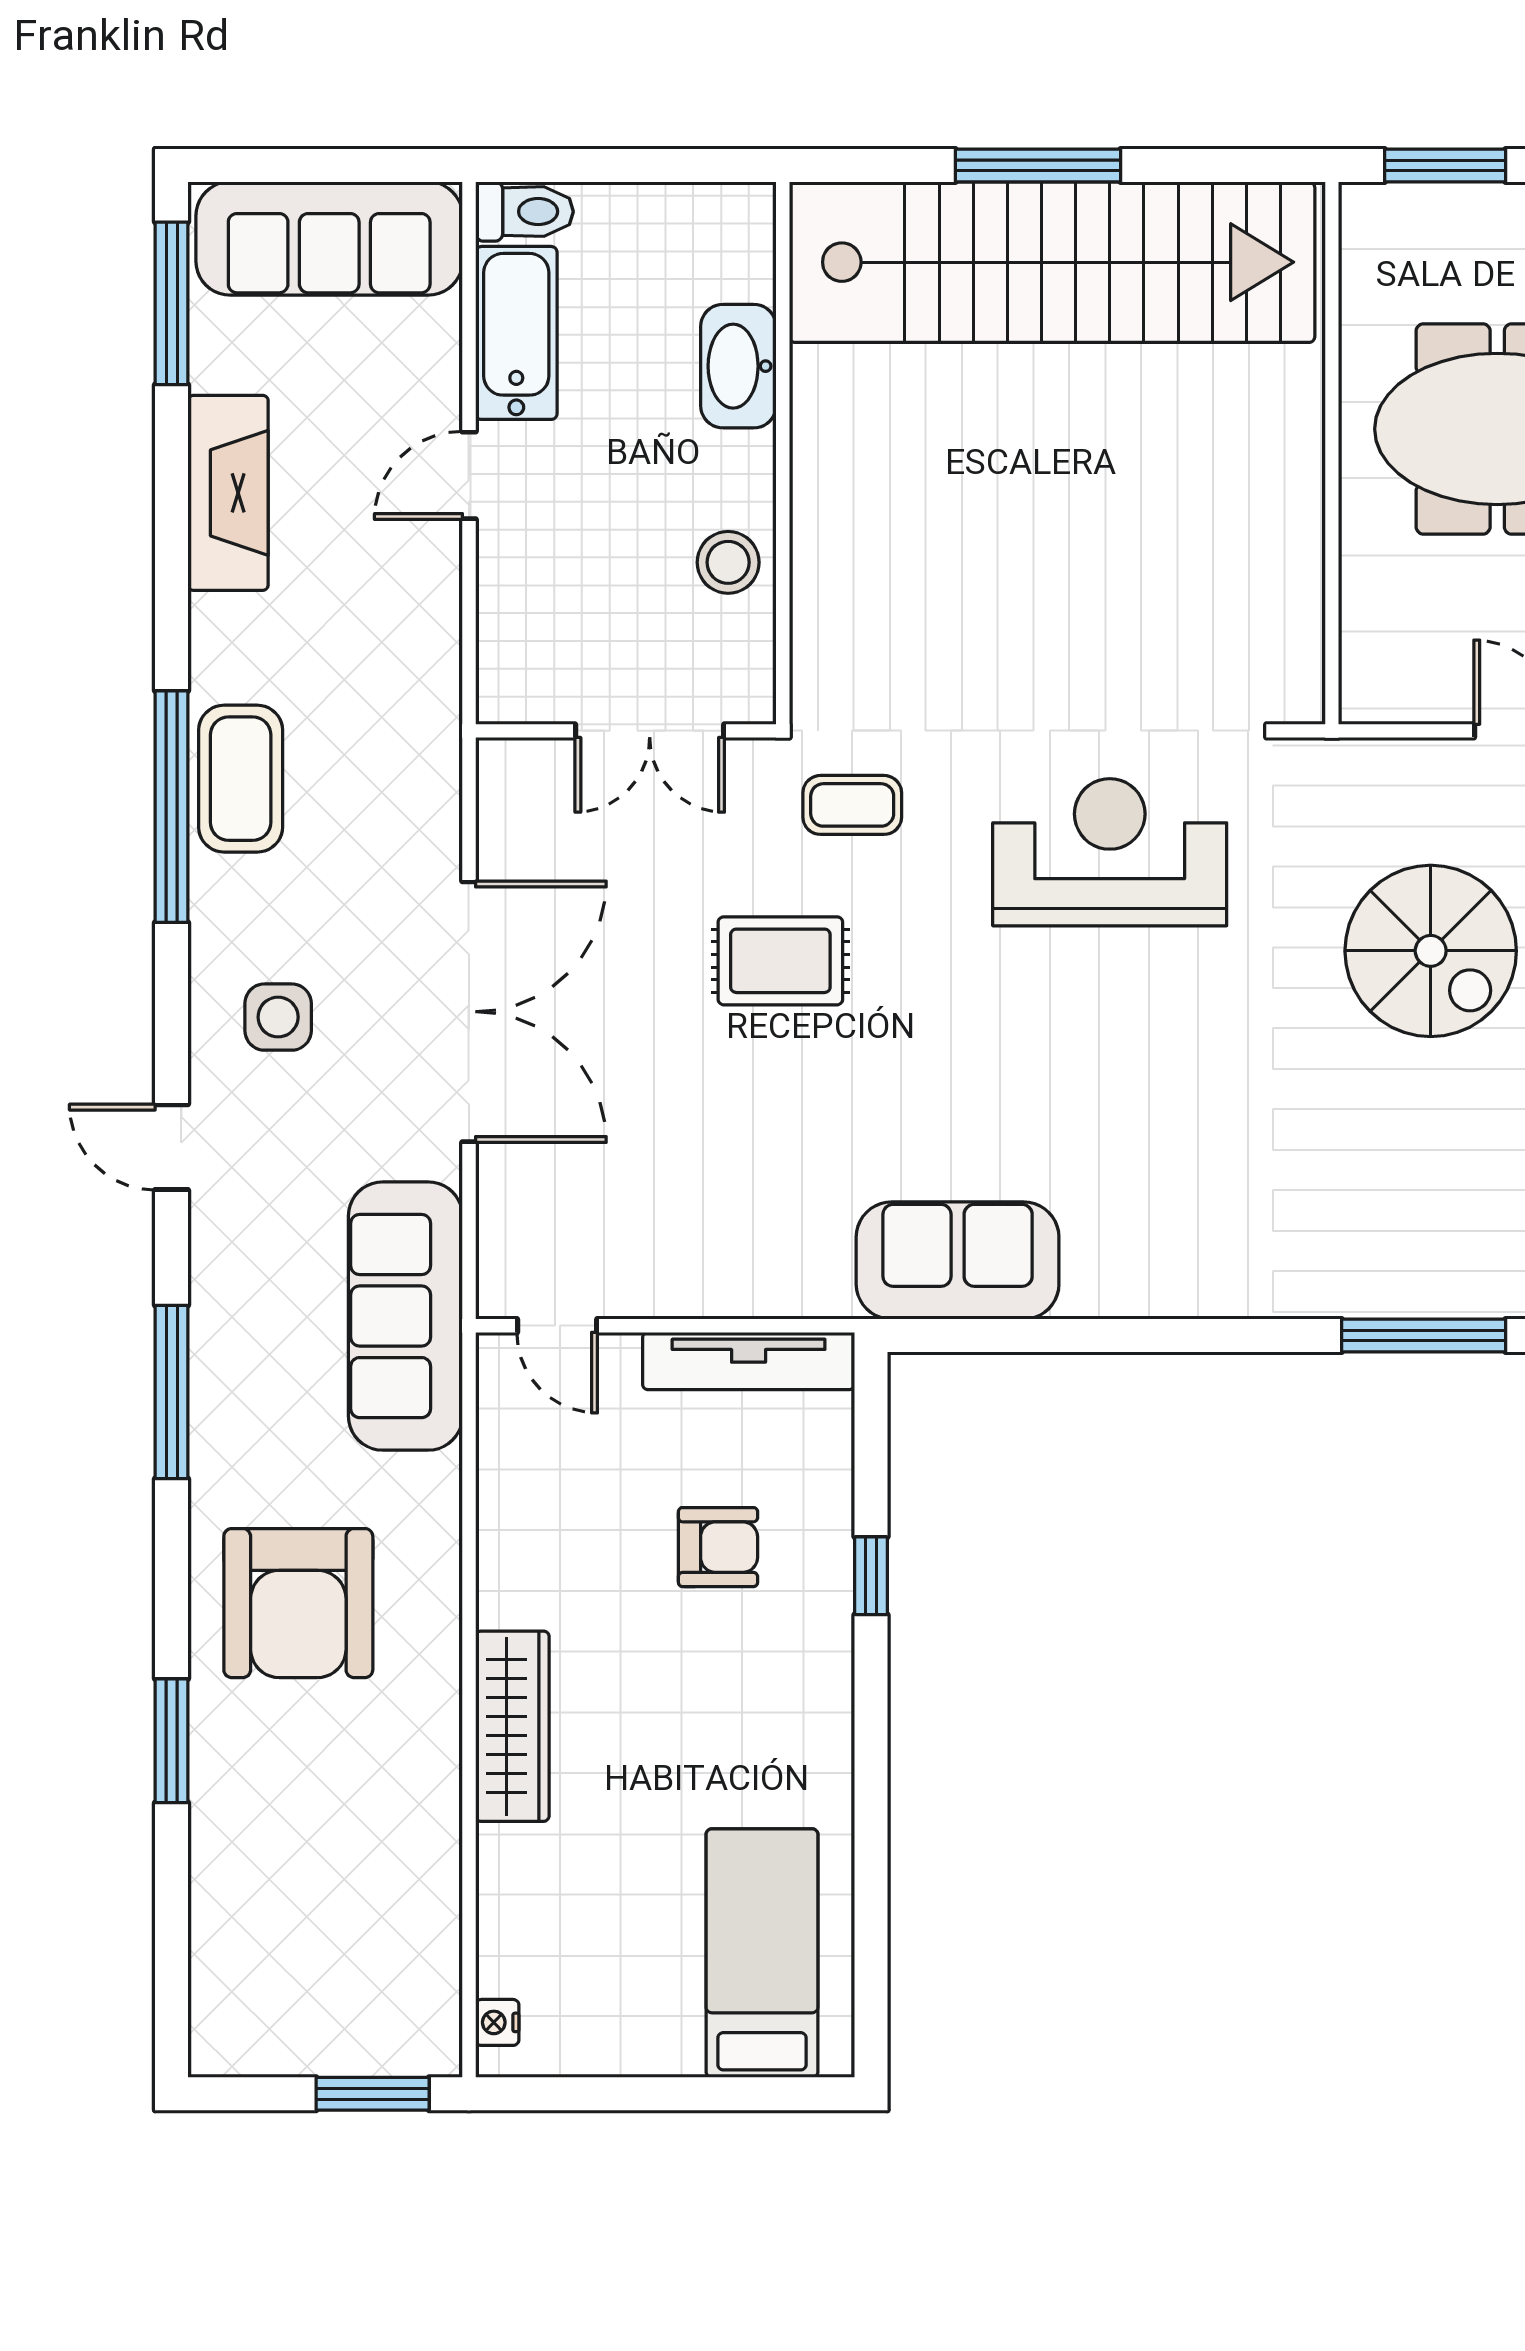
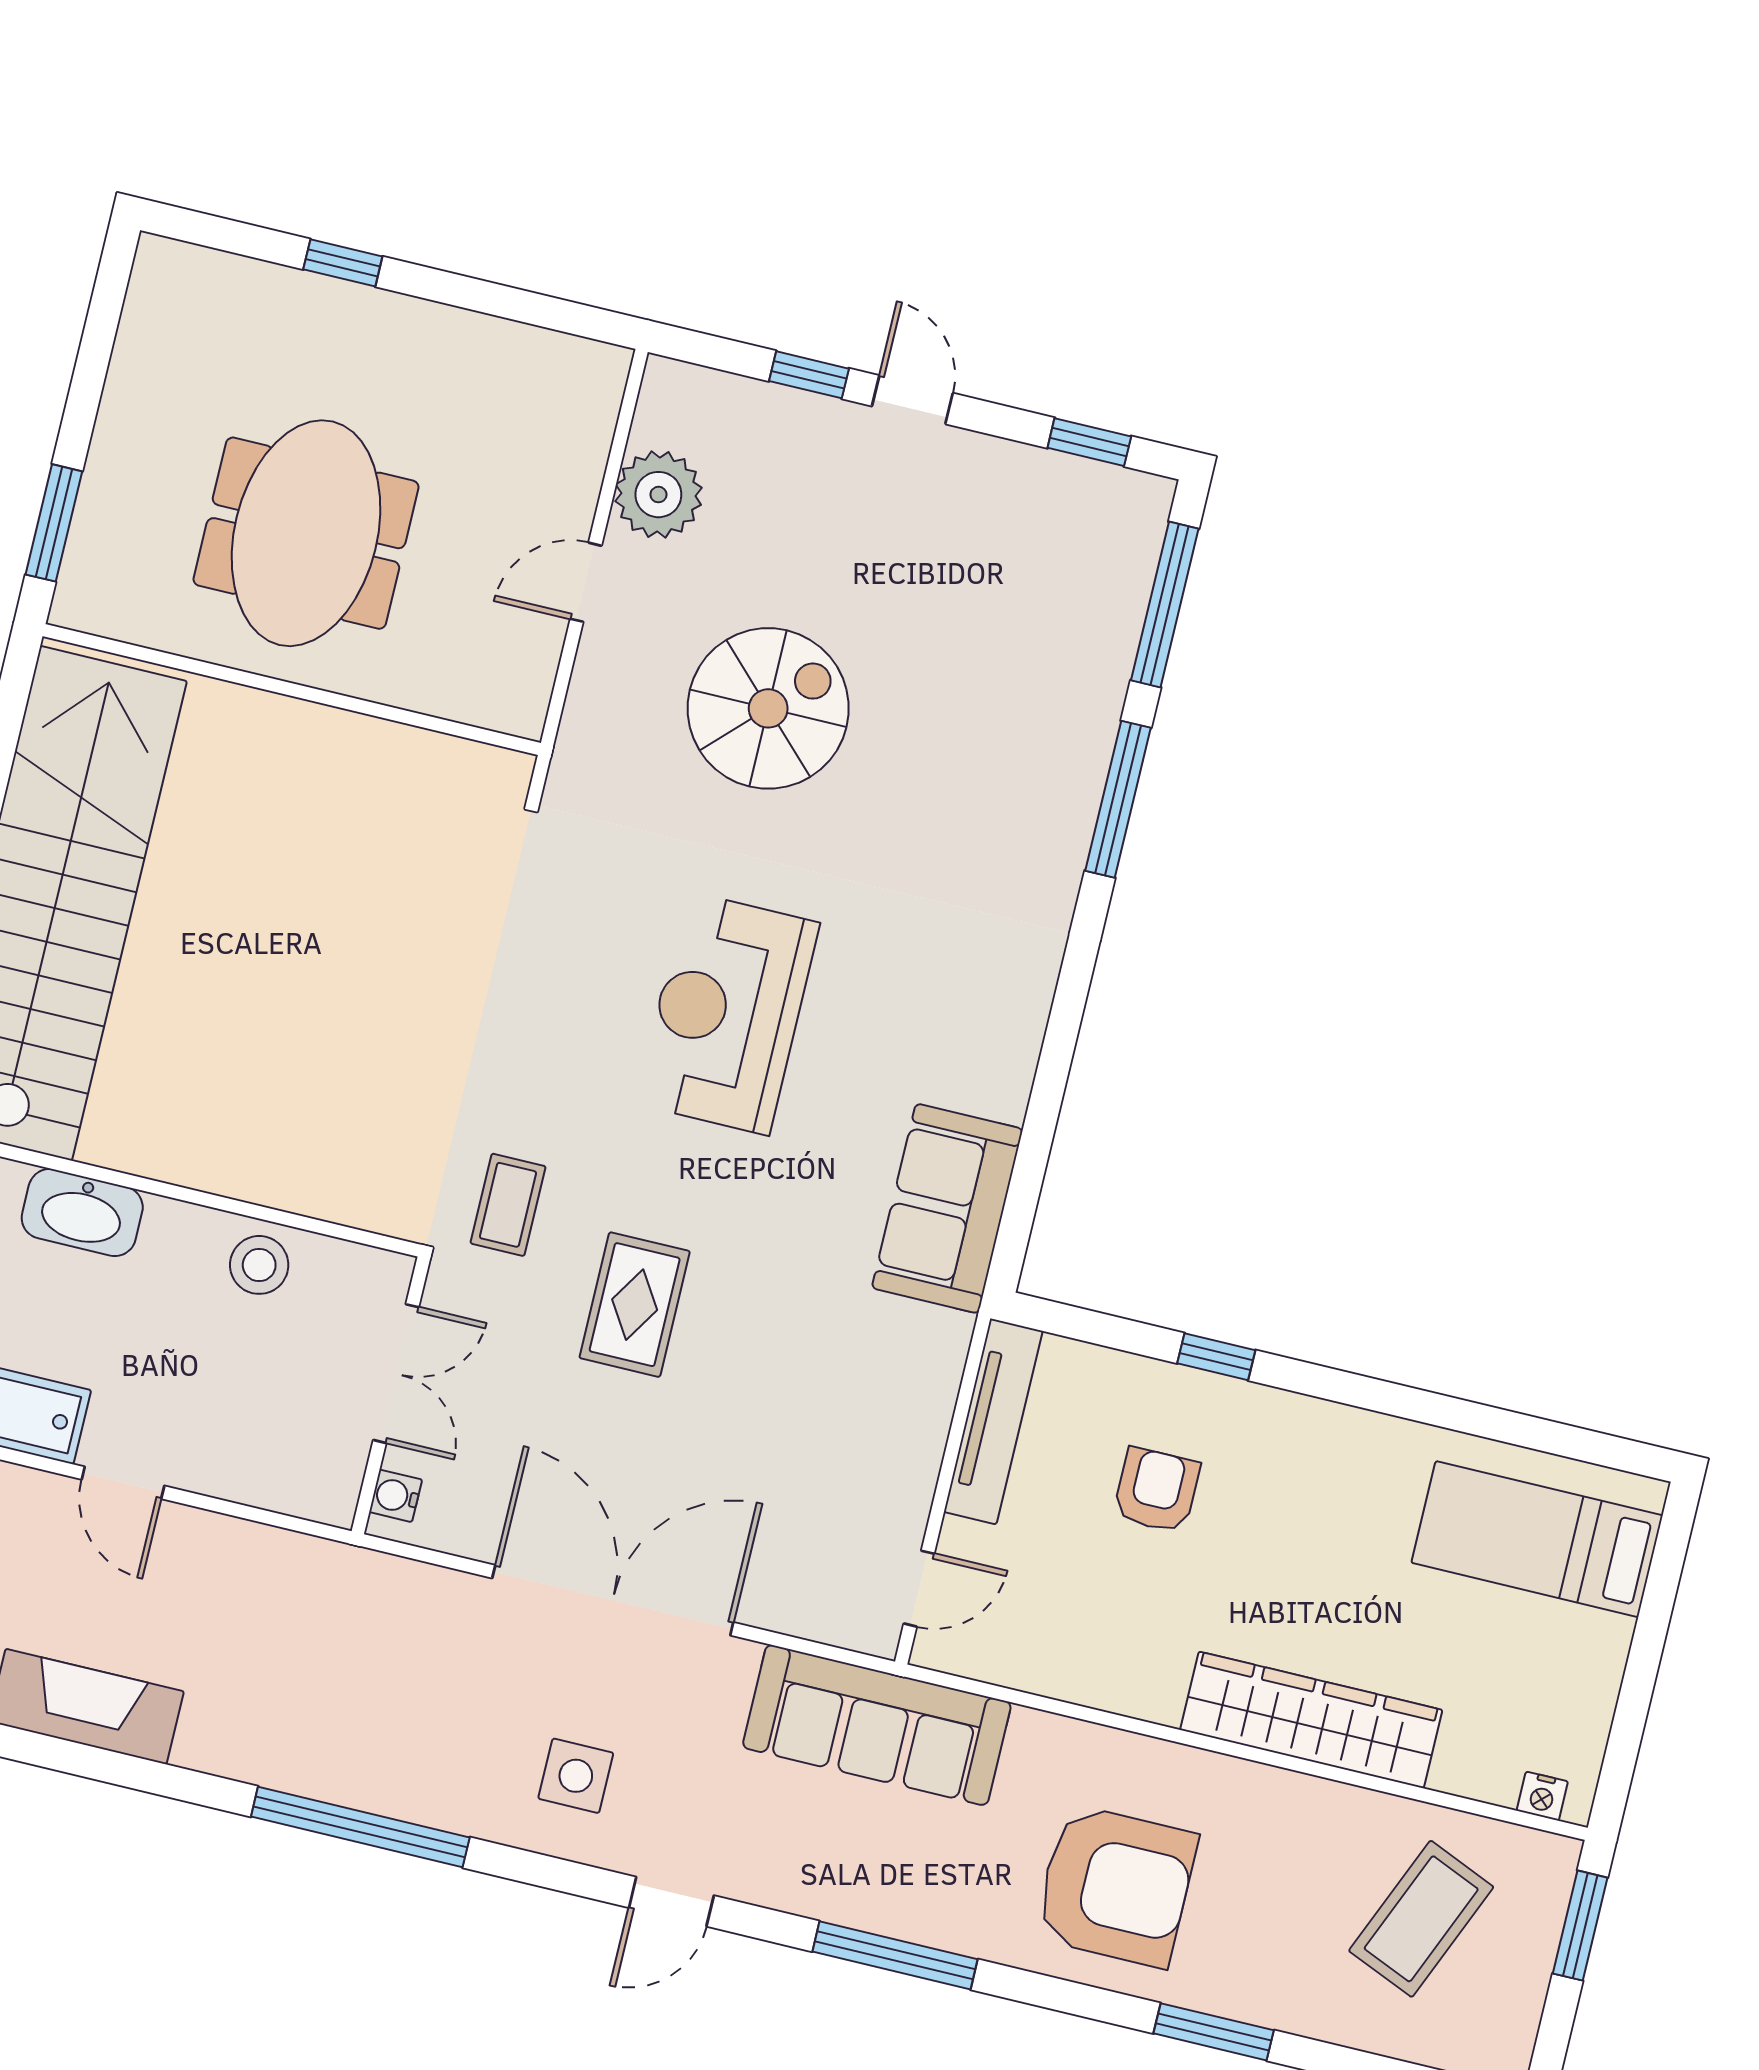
water cooler: (523, 761) -> (396, 1496), added
coffee table: (241, 779) -> (1421, 1919), moved, turned -67
reception desk: (1110, 852) -> (728, 1013), moved
wardrobe: (512, 1726) -> (1311, 1720), width x1.40, depth x1.17

